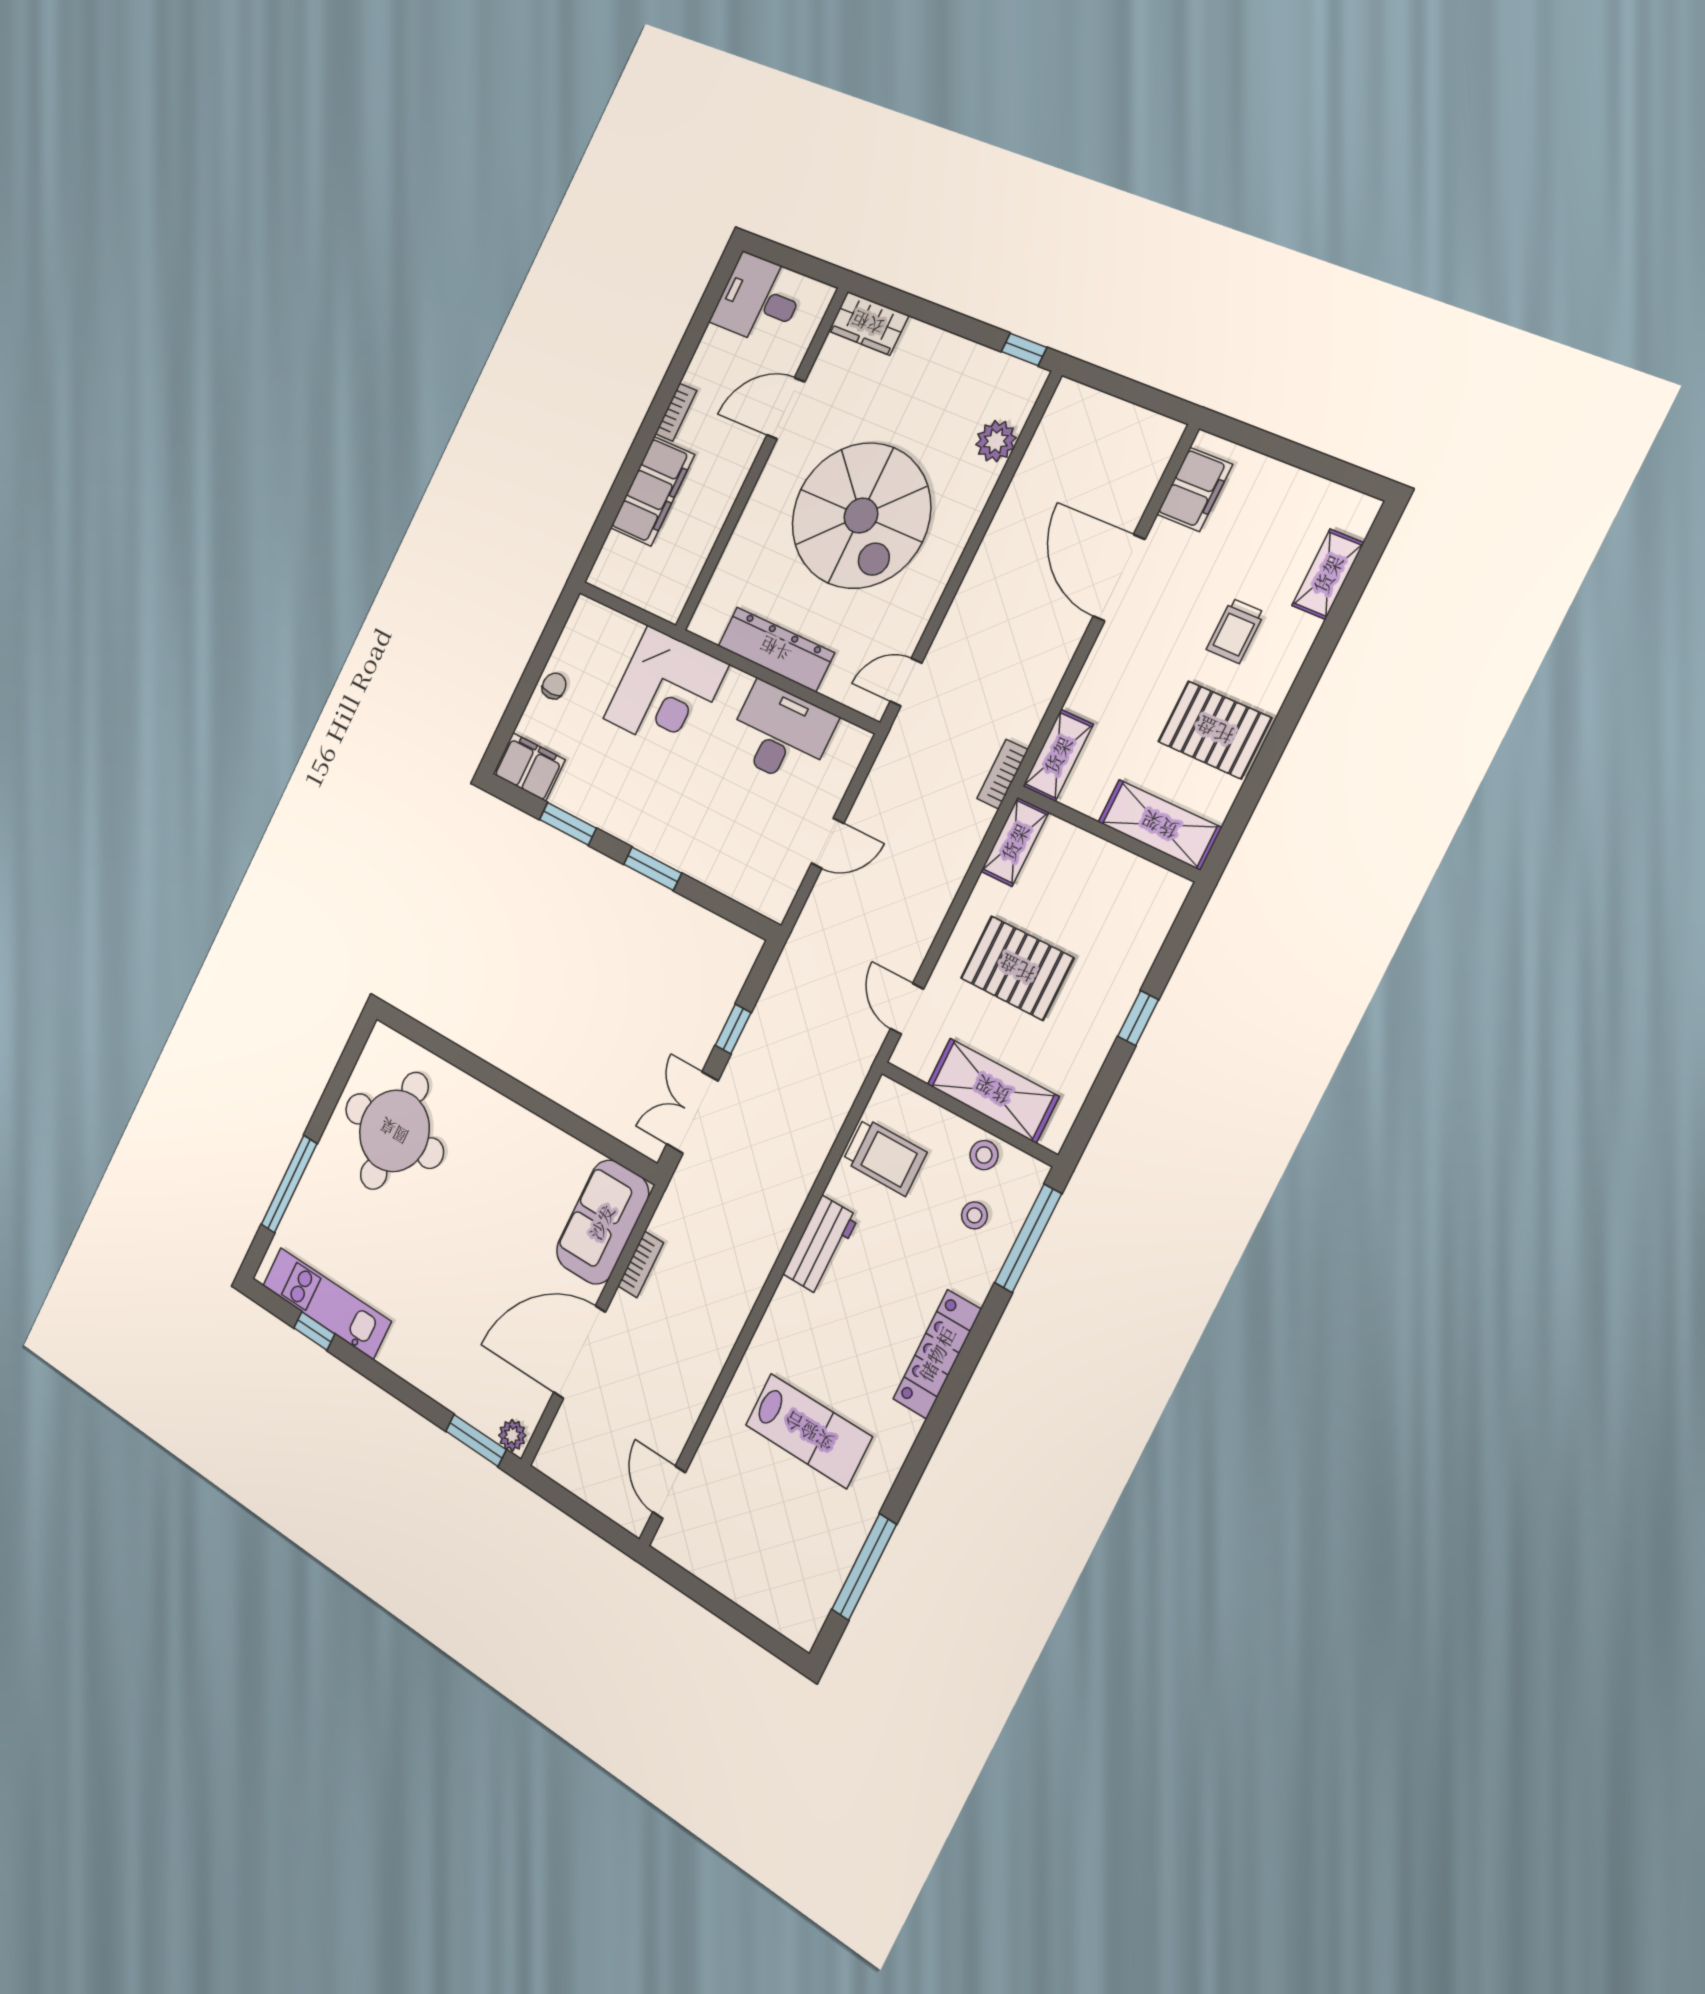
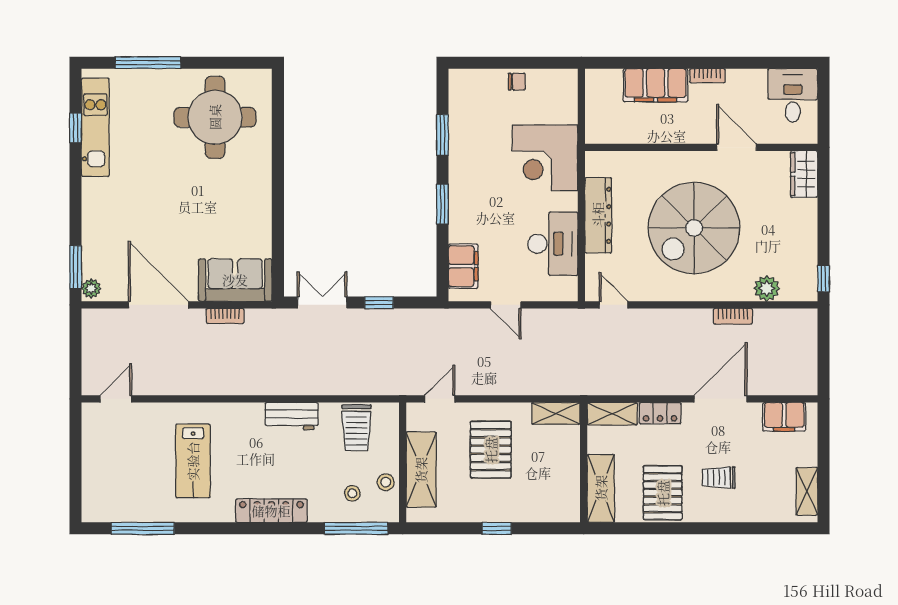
shelving: (1328, 574) -> (807, 491), moved, turned 90
locker: (1093, 681) -> (660, 413), added
filing cabinet: (529, 767) -> (463, 266), moved
bookcase: (1003, 774) -> (733, 316), moved, turned 180

